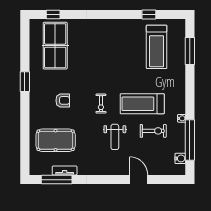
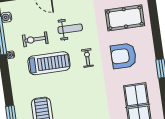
armchair: (63, 100) -> (123, 56), width x1.88, depth x1.88
weight bench: (115, 137) -> (70, 29), turned 90

